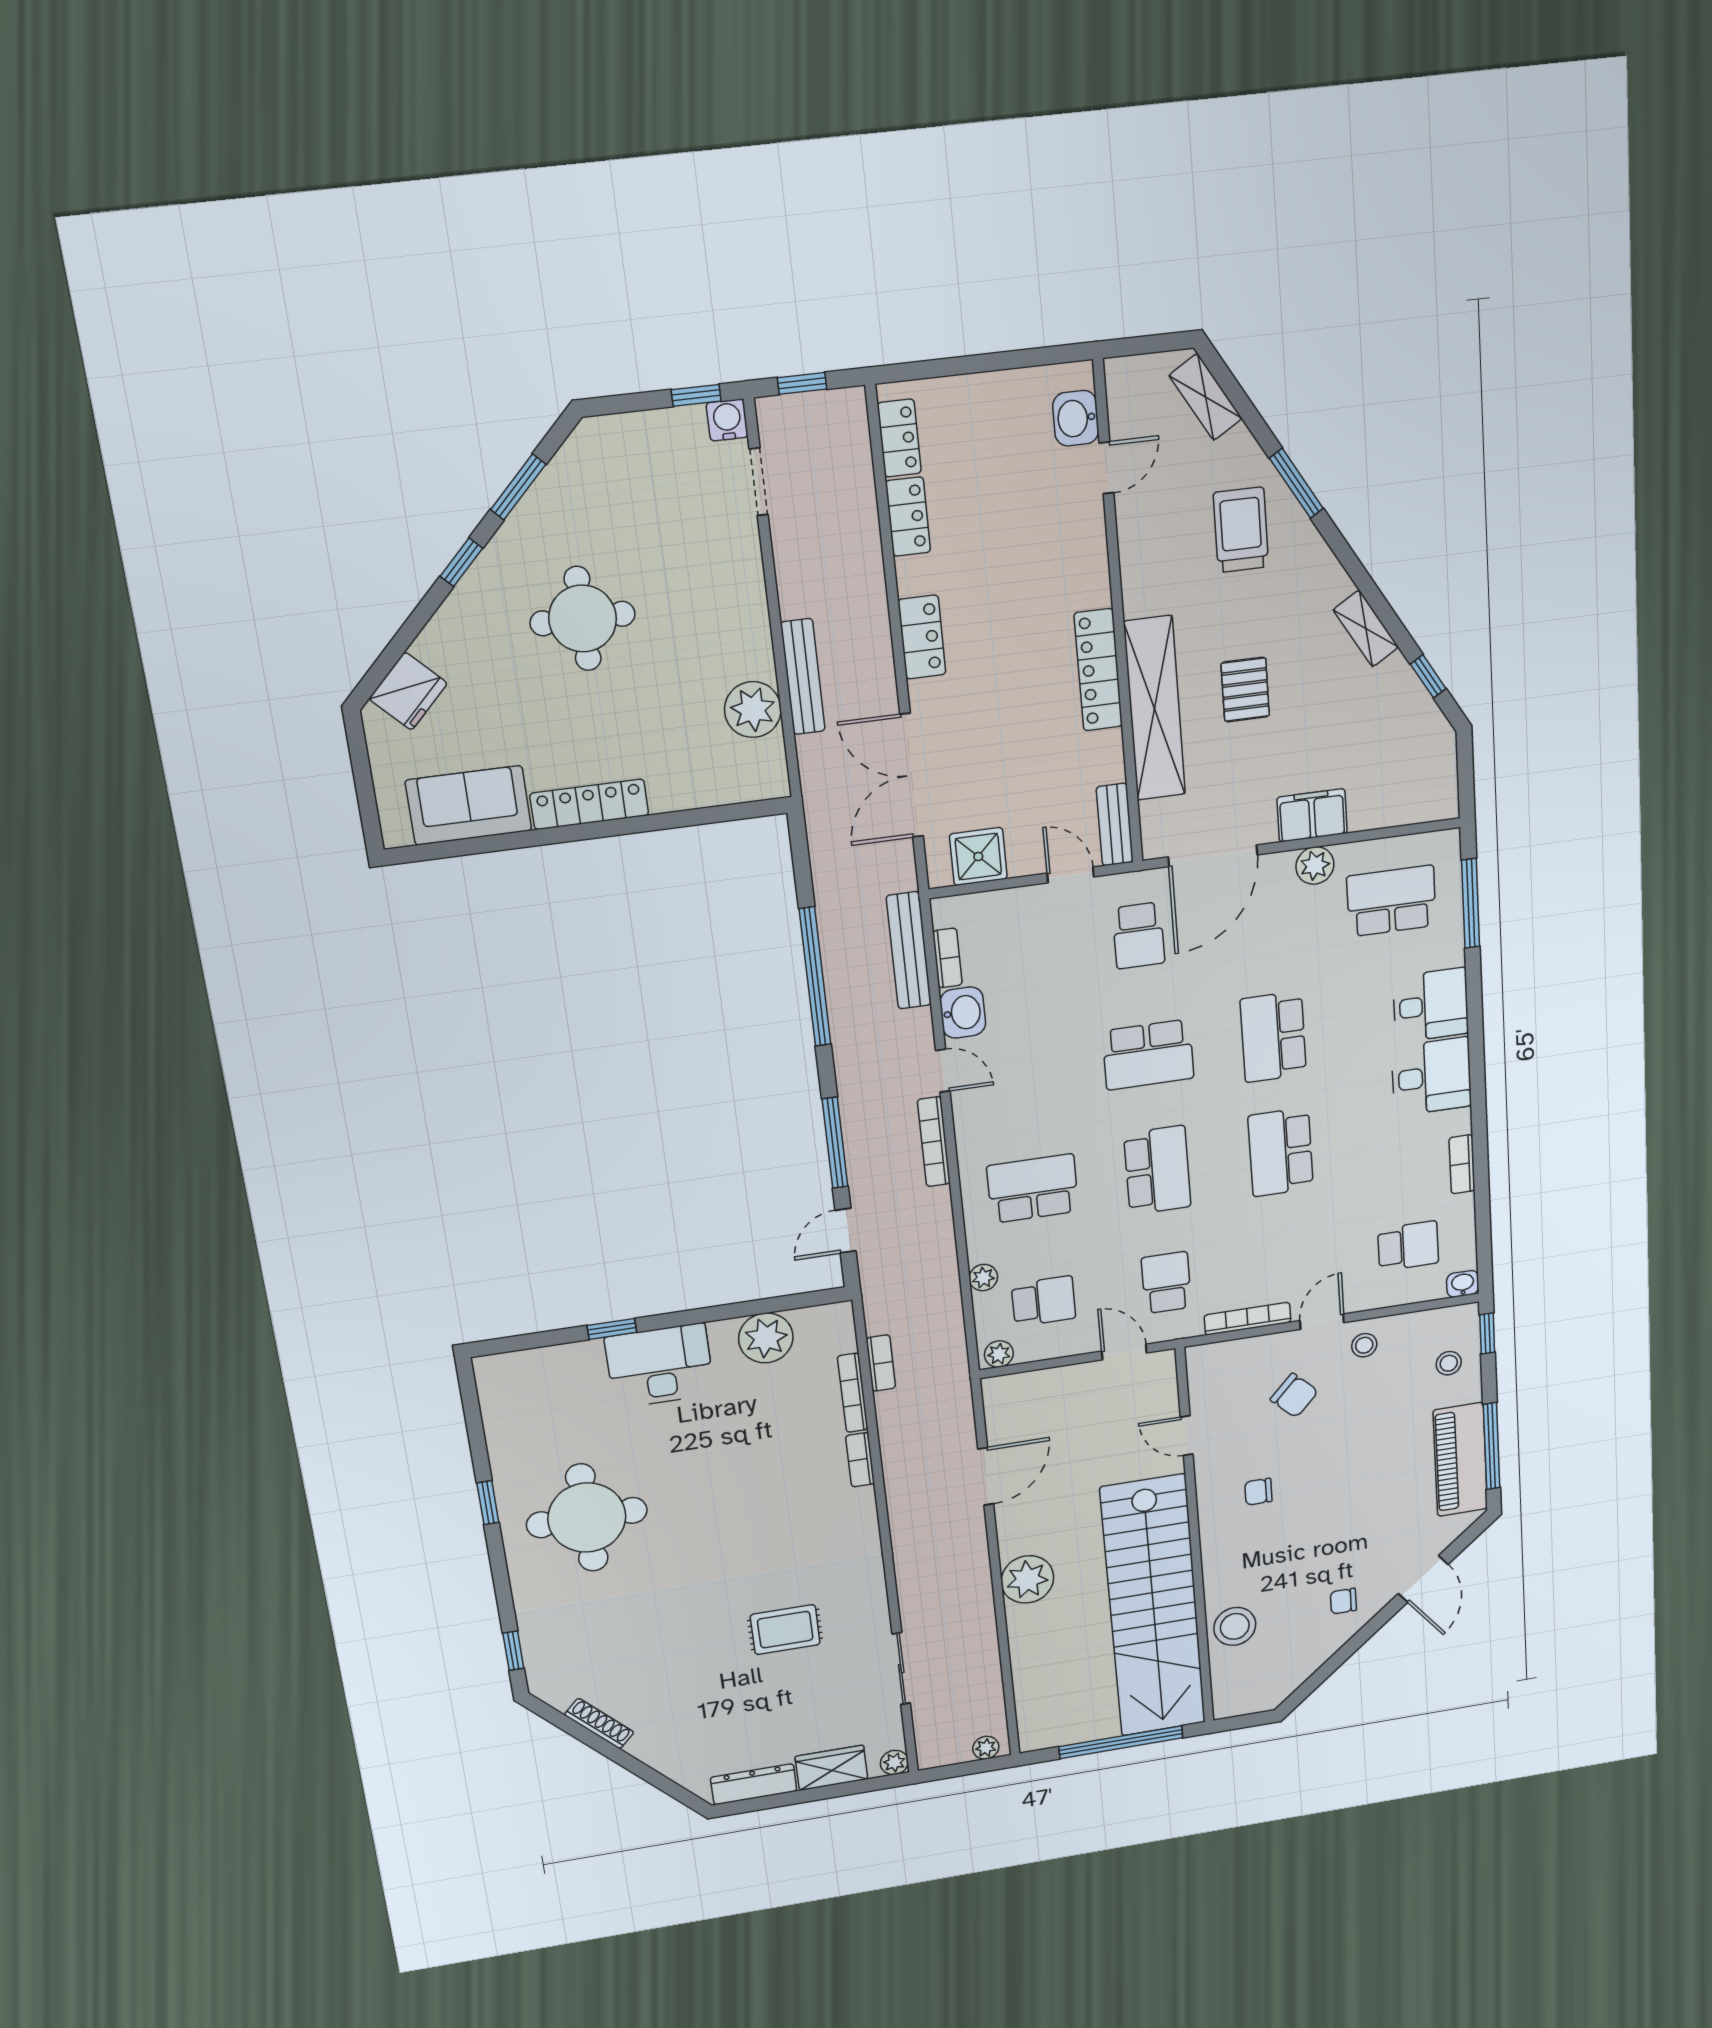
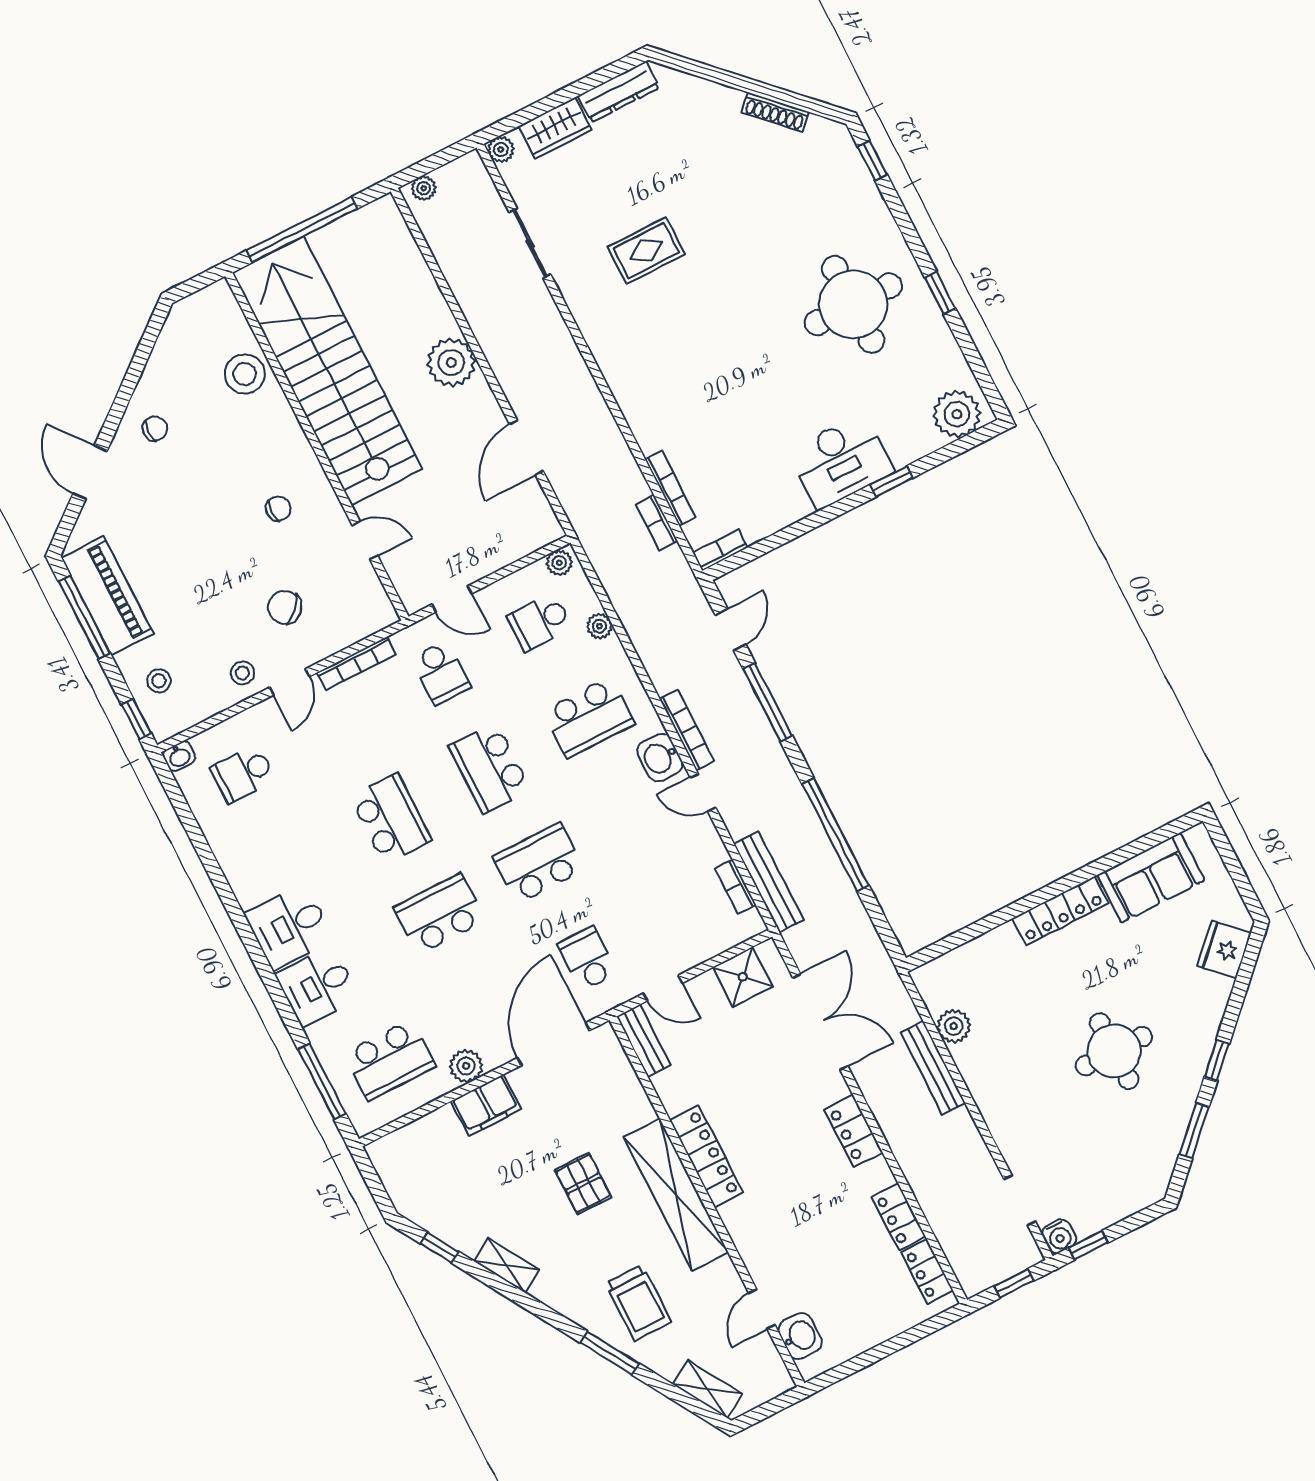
shelving: (1155, 708) -> (676, 1195), moved
plant: (753, 710) -> (954, 1026), width x0.73, depth x0.73
washbasin: (963, 1013) -> (660, 758), moved
school desk: (1273, 1037) -> (440, 914), turned -90
bookcase: (1462, 1164) -> (228, 861), removed
plant: (766, 1338) -> (957, 414), moved
bookcase: (860, 1460) -> (720, 550), moved, turned -90

